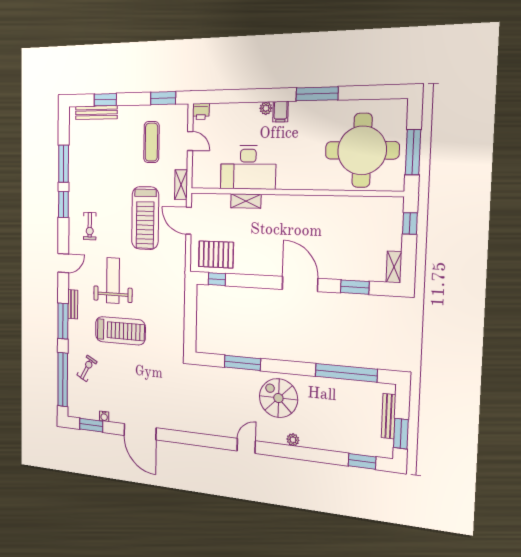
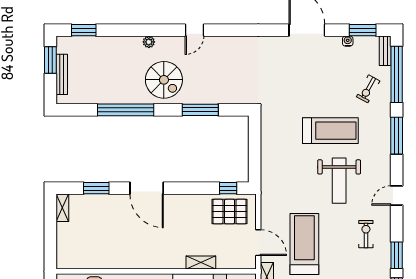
window: (410, 223) -> (50, 246), removed
bench: (73, 304) -> (385, 51), moved
treadmill: (120, 331) -> (330, 131), turned 180
window: (346, 373) -> (126, 110), moved

